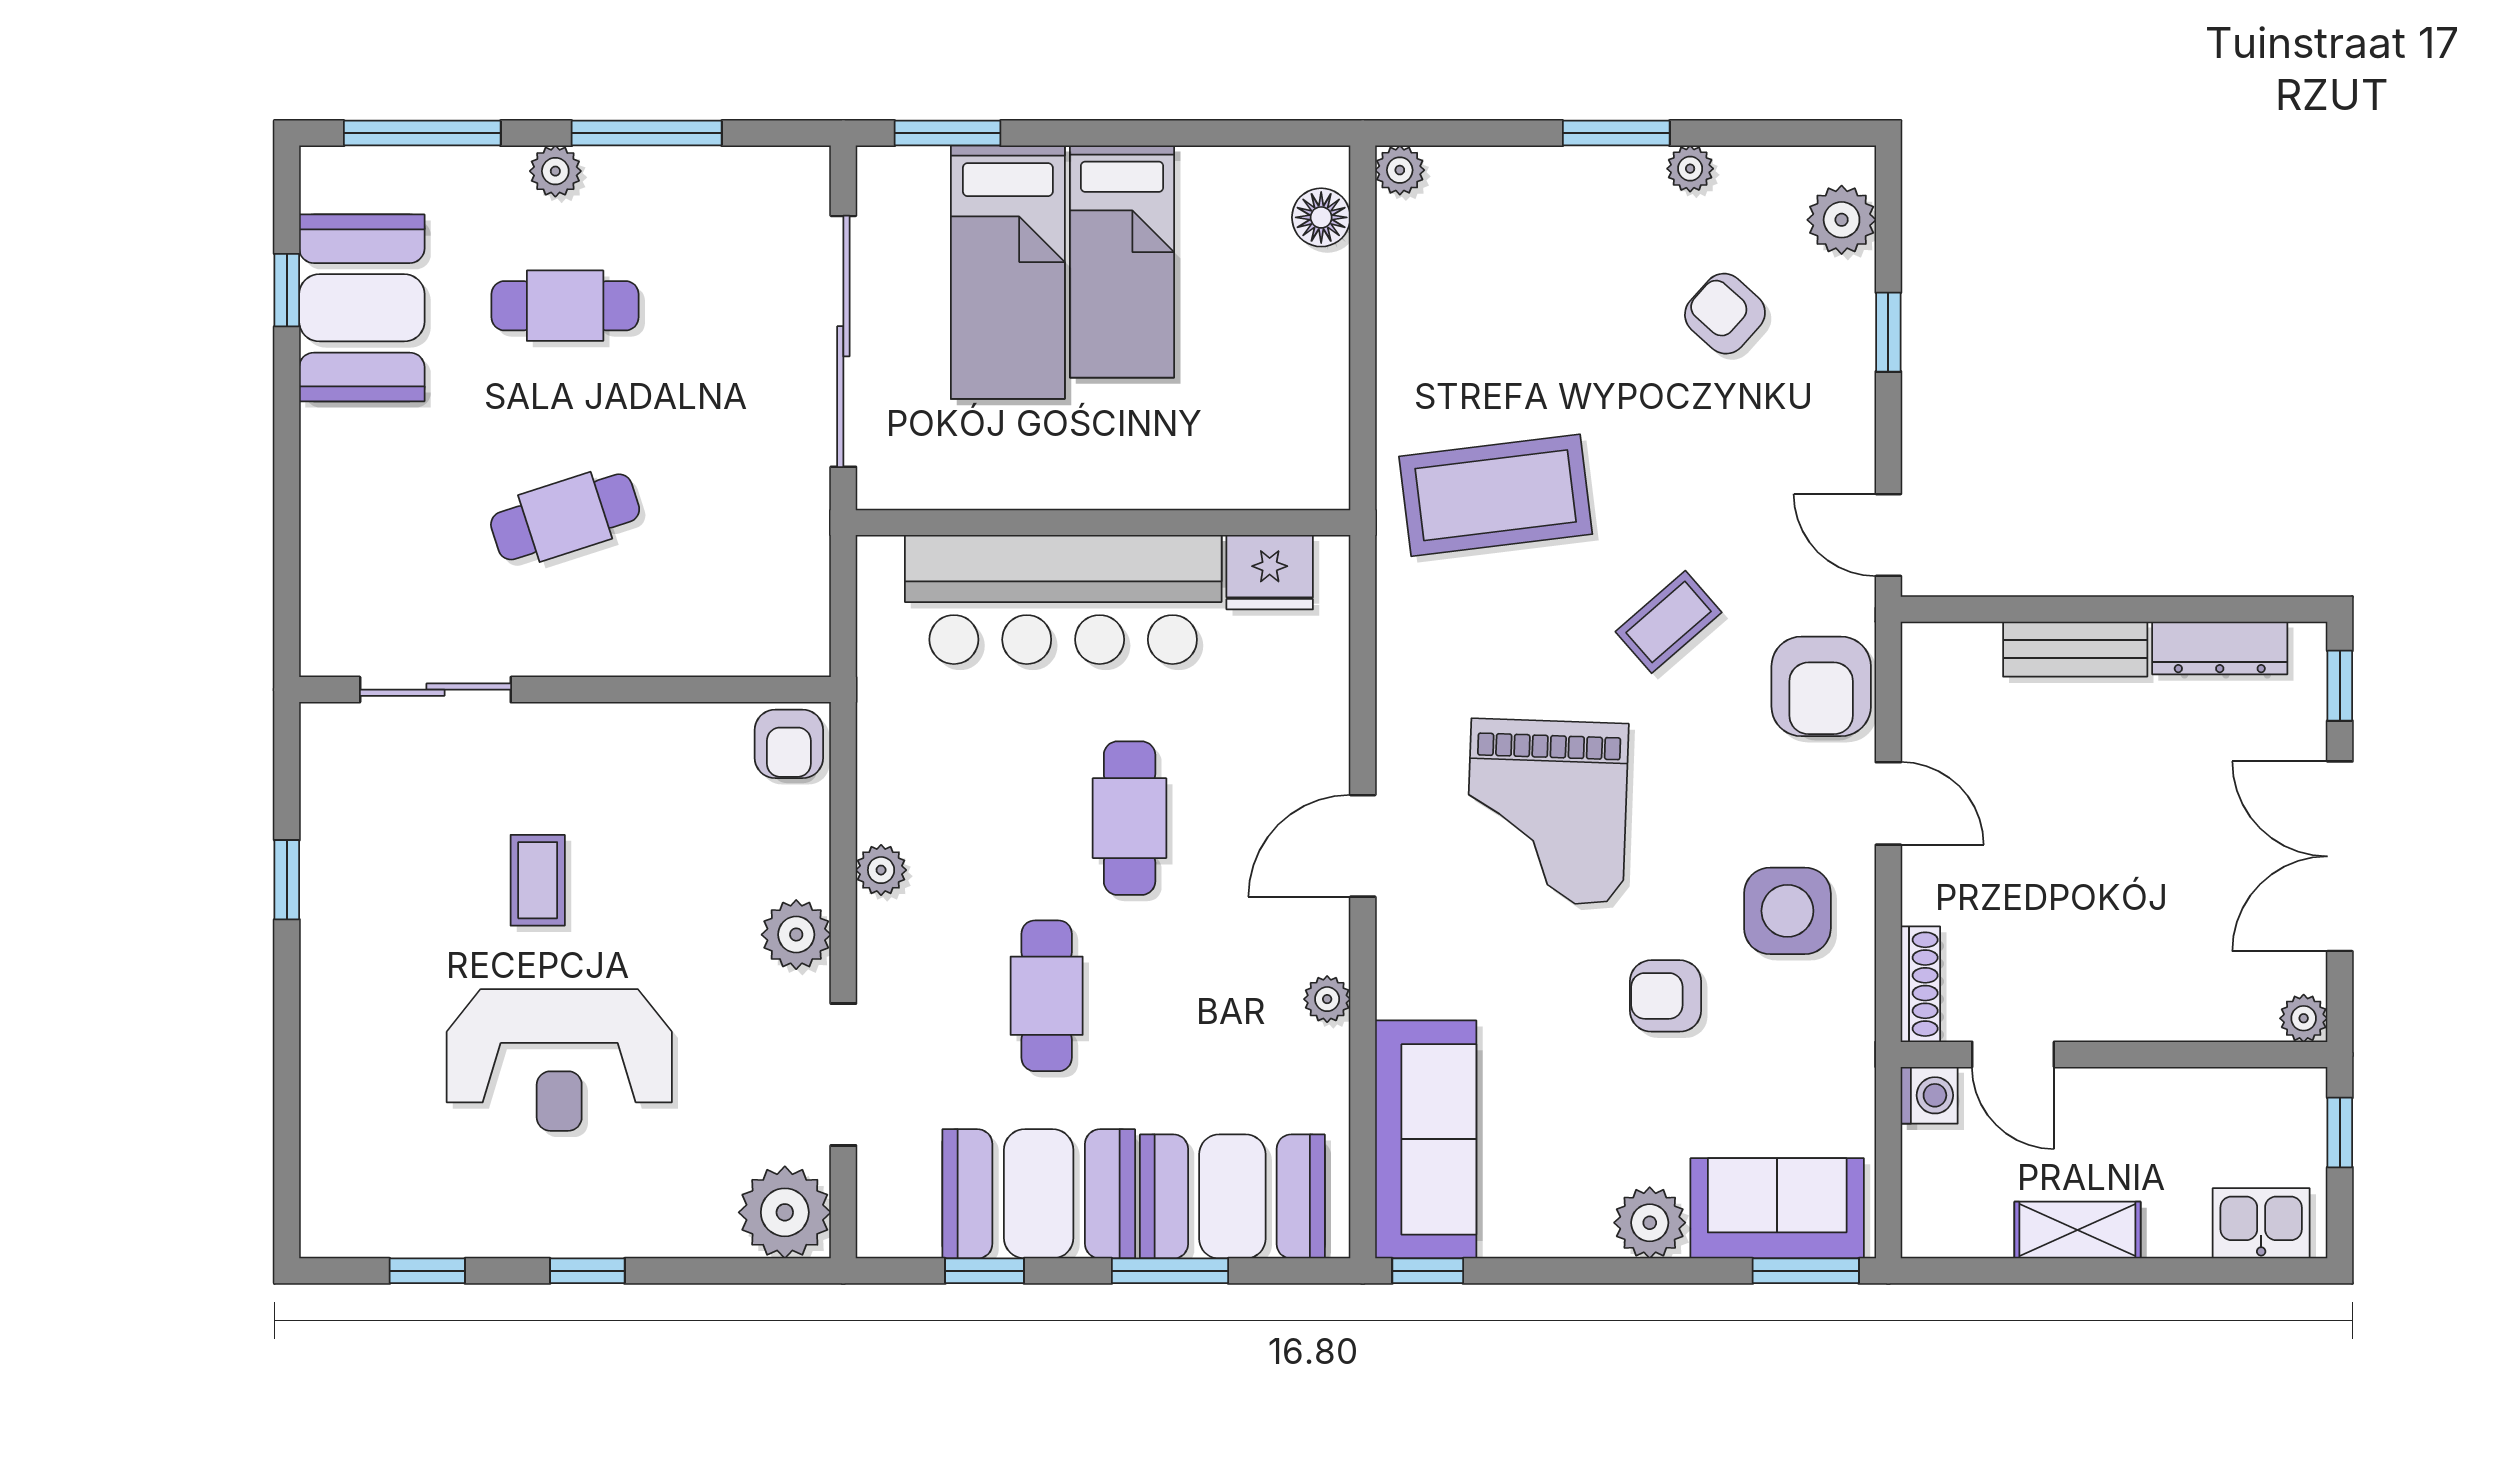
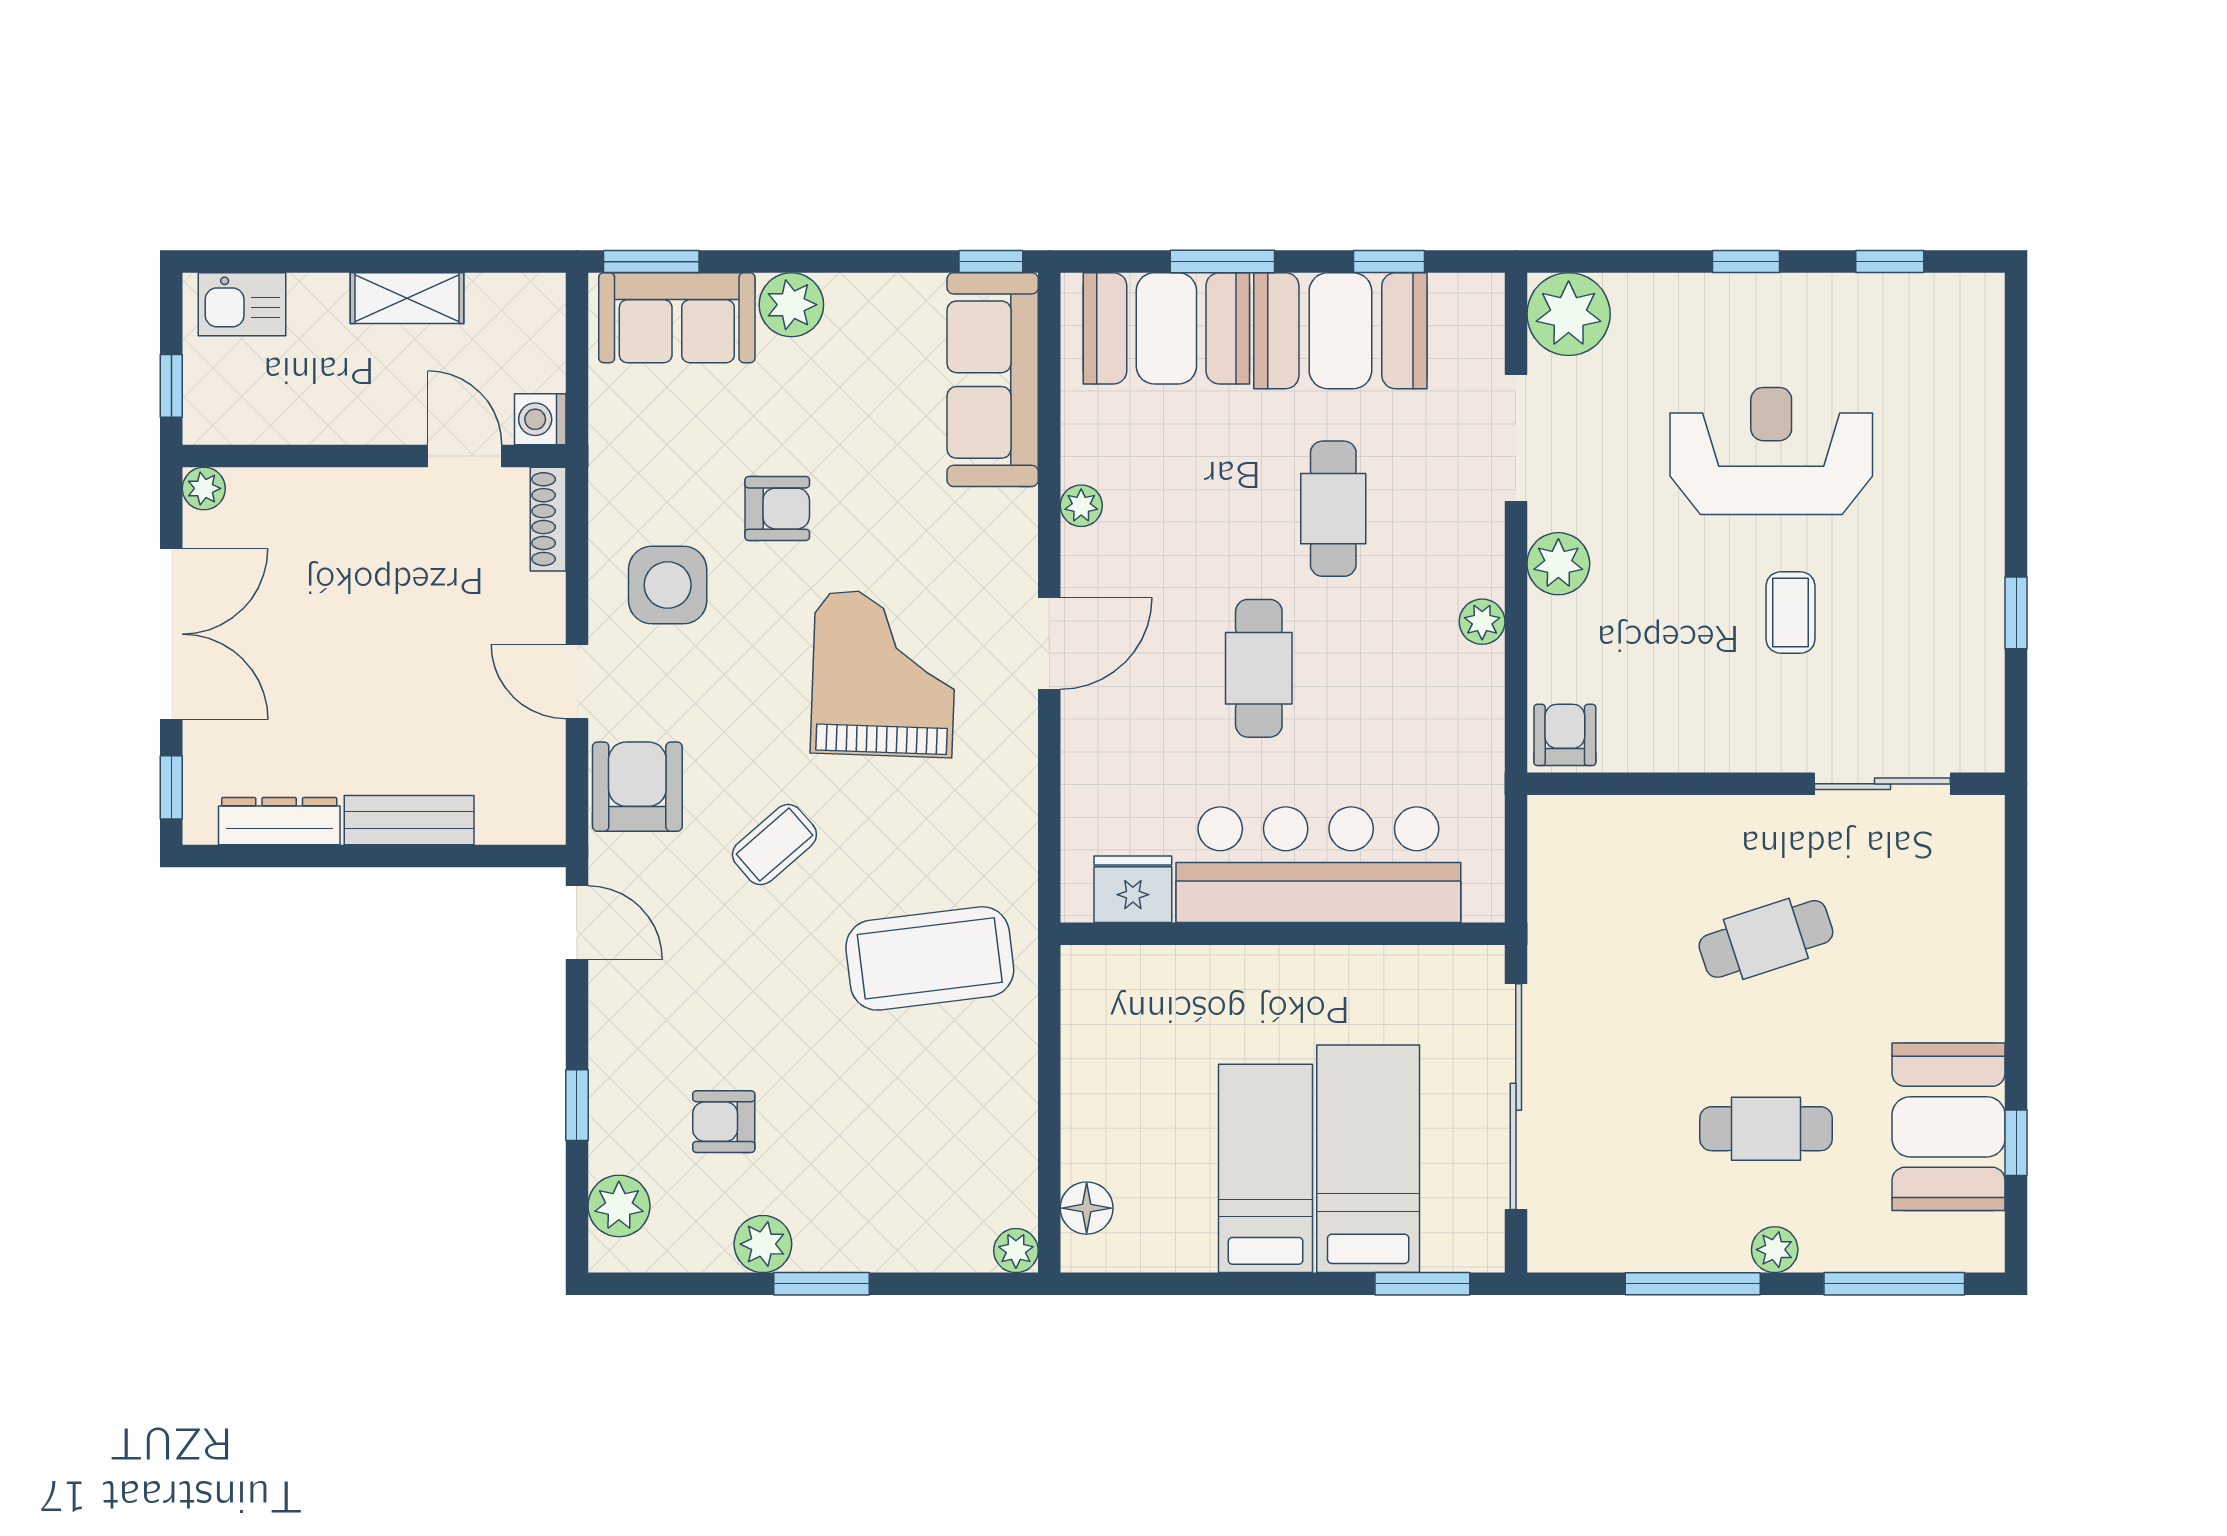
plant: (1690, 169) -> (763, 1244), width x1.38, depth x1.38
armchair: (1725, 314) -> (724, 1122), turned 138

